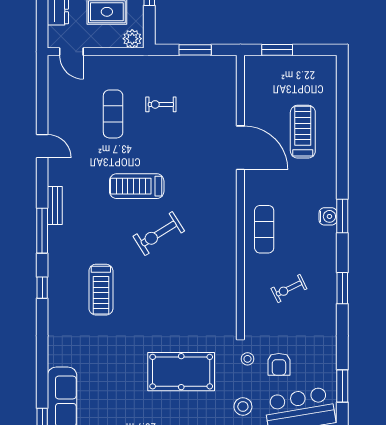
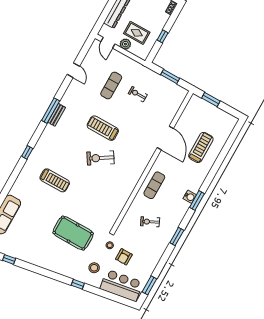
plant: (132, 39) -> (125, 44), moved
door: (42, 146) -> (73, 70), moved
window: (42, 231) -> (51, 111), moved
treadmill: (101, 290) -> (55, 180), moved, turned -90

